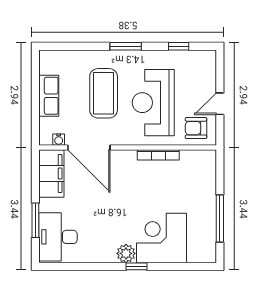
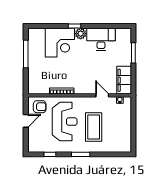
row of seats: (49, 96) -> (126, 126), removed
door: (89, 147) -> (102, 95), width x0.53
desk: (58, 237) -> (101, 39), moved, turned -90

